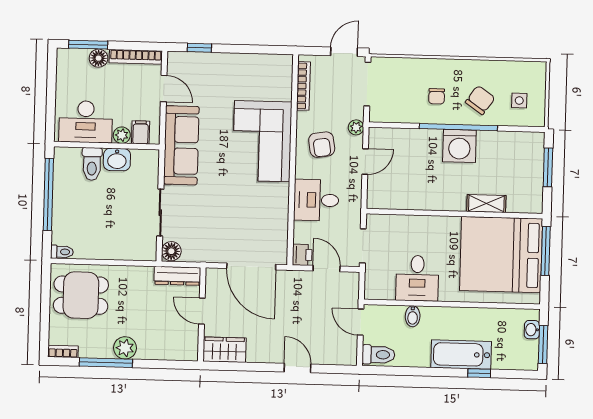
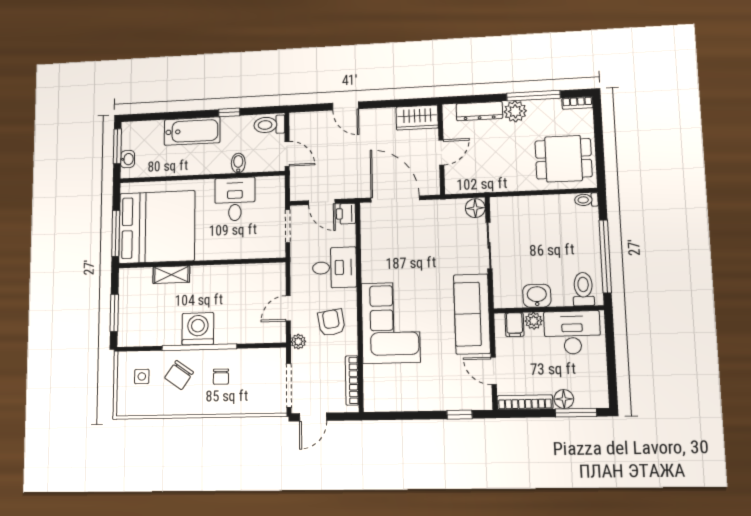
chair: (437, 96) -> (221, 377), turned 180
toilet: (92, 164) -> (583, 289), moved
dresser: (177, 276) -> (479, 111), moved, turned 180
door: (202, 311) -> (441, 152), hinge flipped
window: (479, 373) -> (229, 112), moved

